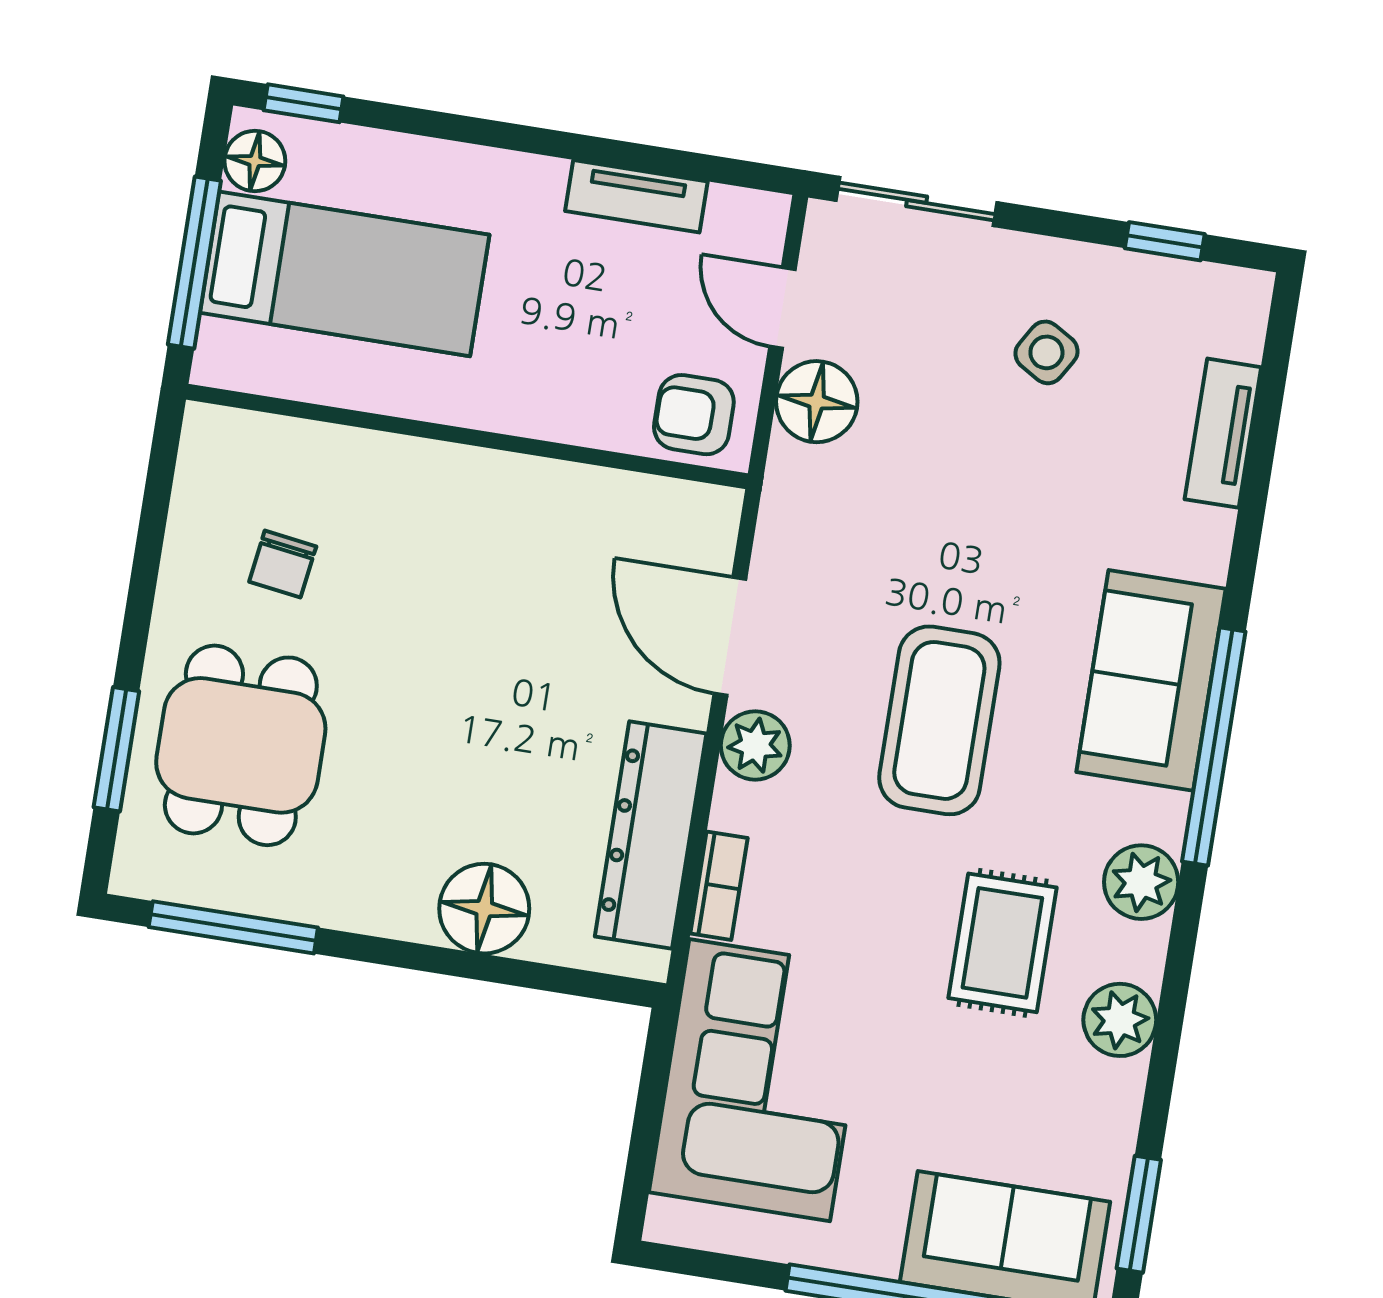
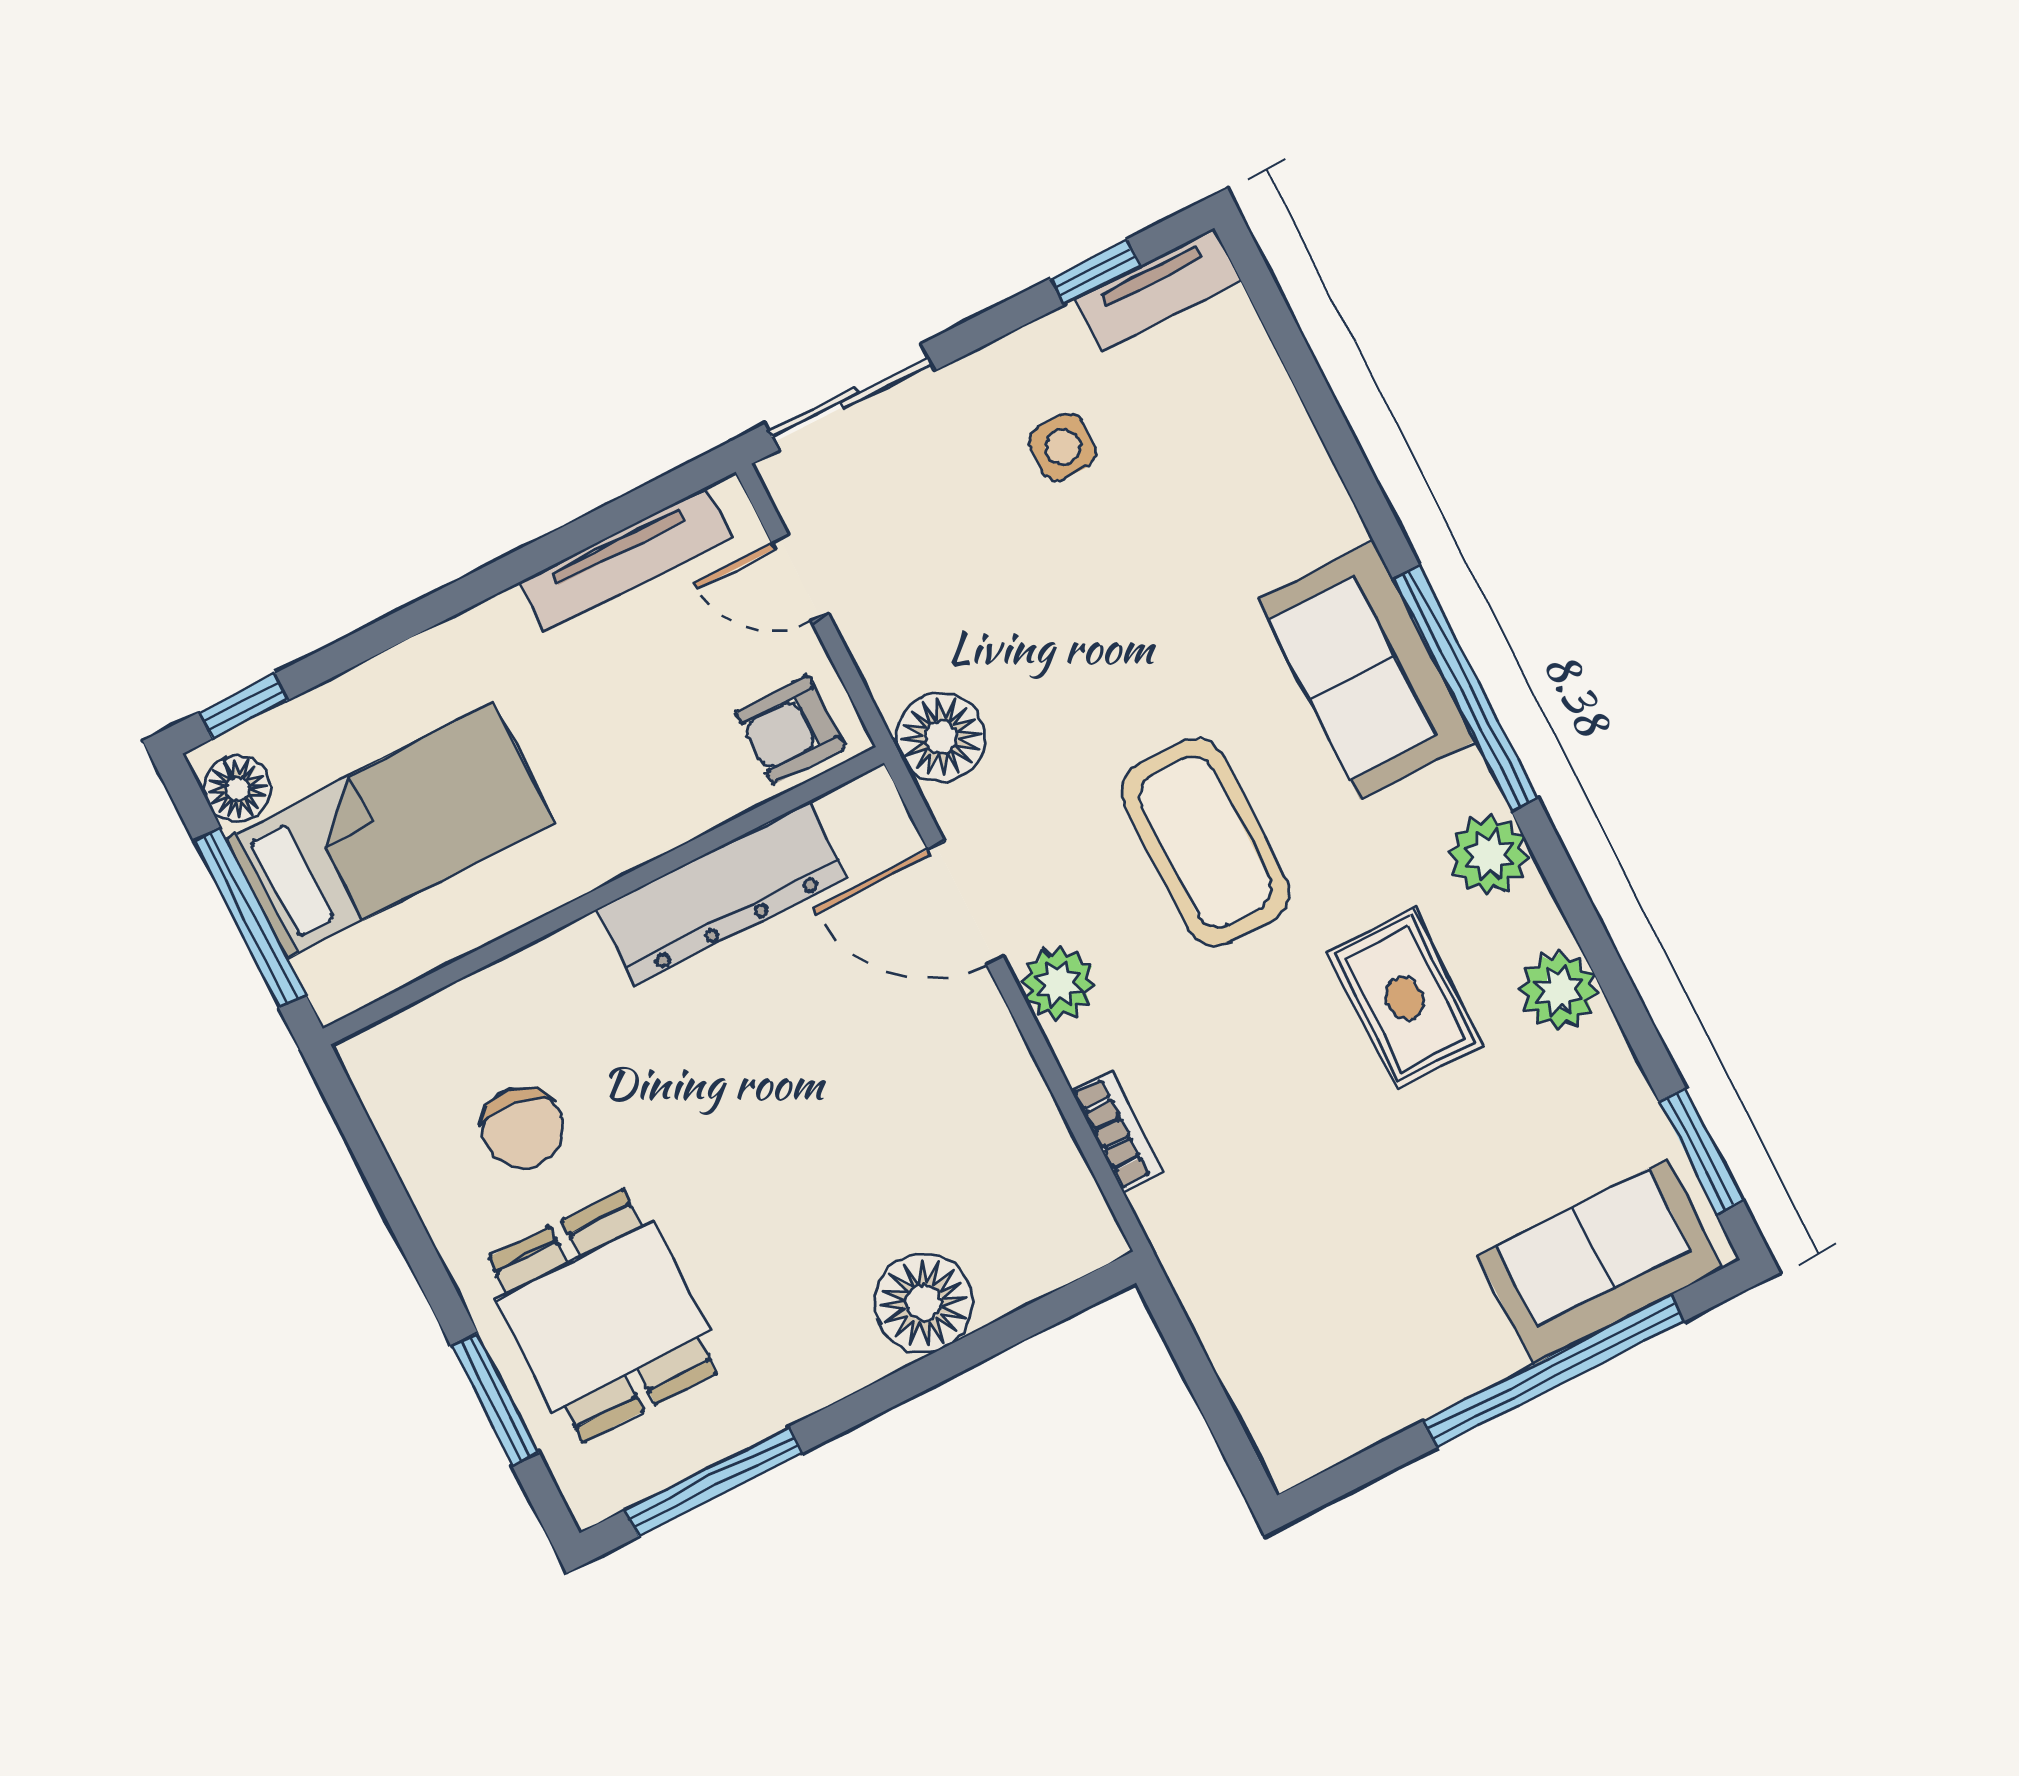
tv unit: (636, 196) -> (626, 560), width x1.41
side table: (1046, 352) -> (1063, 447), turned -31
floor lamp: (817, 402) -> (941, 737), moved
tv unit: (1223, 433) -> (1158, 290), moved, turned -90
chair: (283, 564) -> (523, 1128), width x1.37, depth x1.37
dresser: (651, 835) -> (722, 893), moved, turned -90
corner sofa: (760, 1080) -> (1279, 1277), removed

